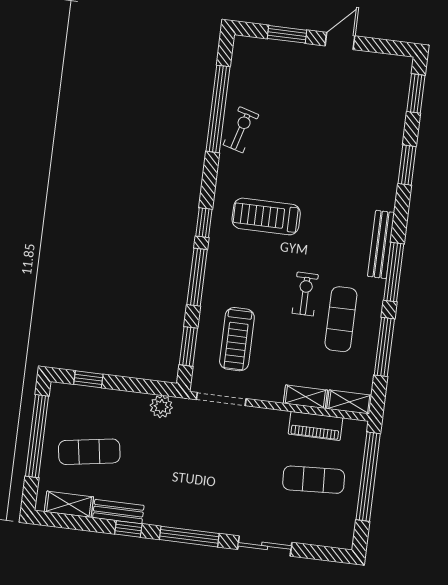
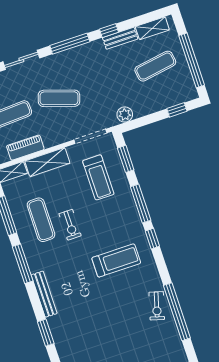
bench: (381, 244) -> (44, 294), moved
treadmill: (237, 339) -> (98, 177), turned 180
shelving: (305, 397) -> (47, 162), width x1.50, depth x1.33
exercise mat: (239, 470) -> (59, 98), added

